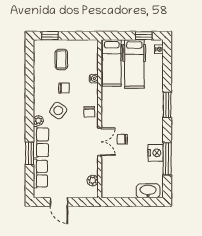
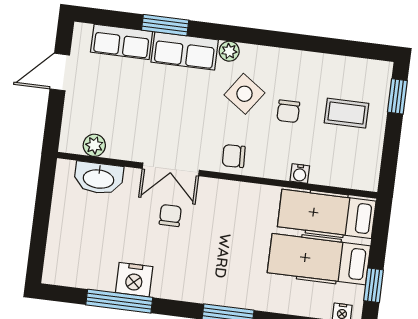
washbasin: (148, 191) -> (99, 178), moved, turned 90

